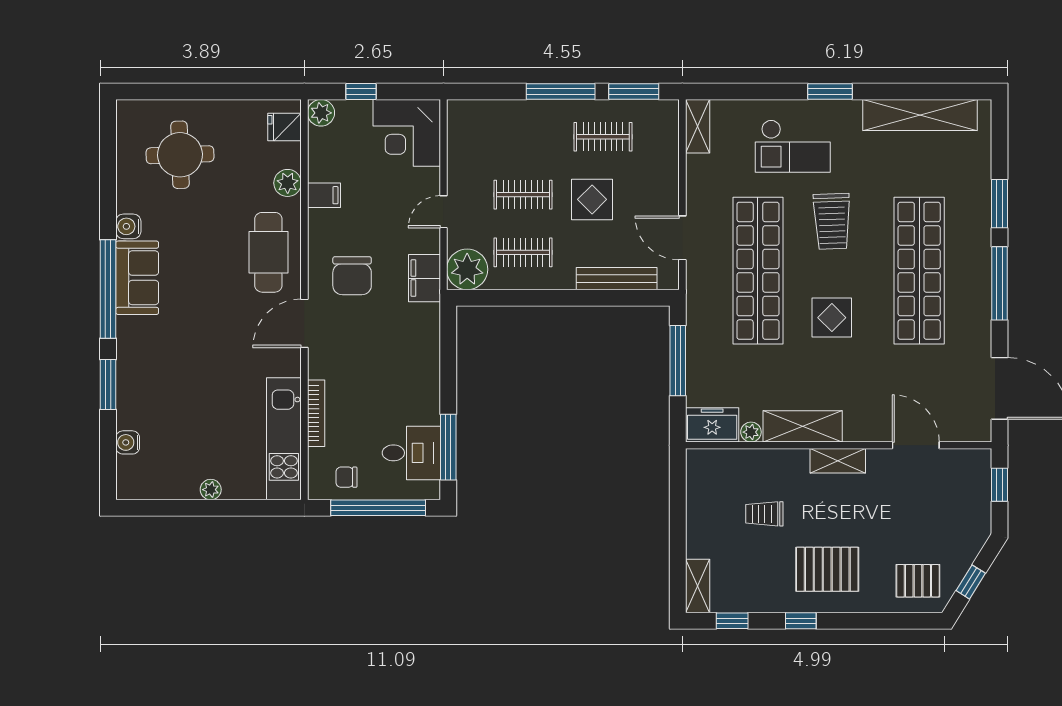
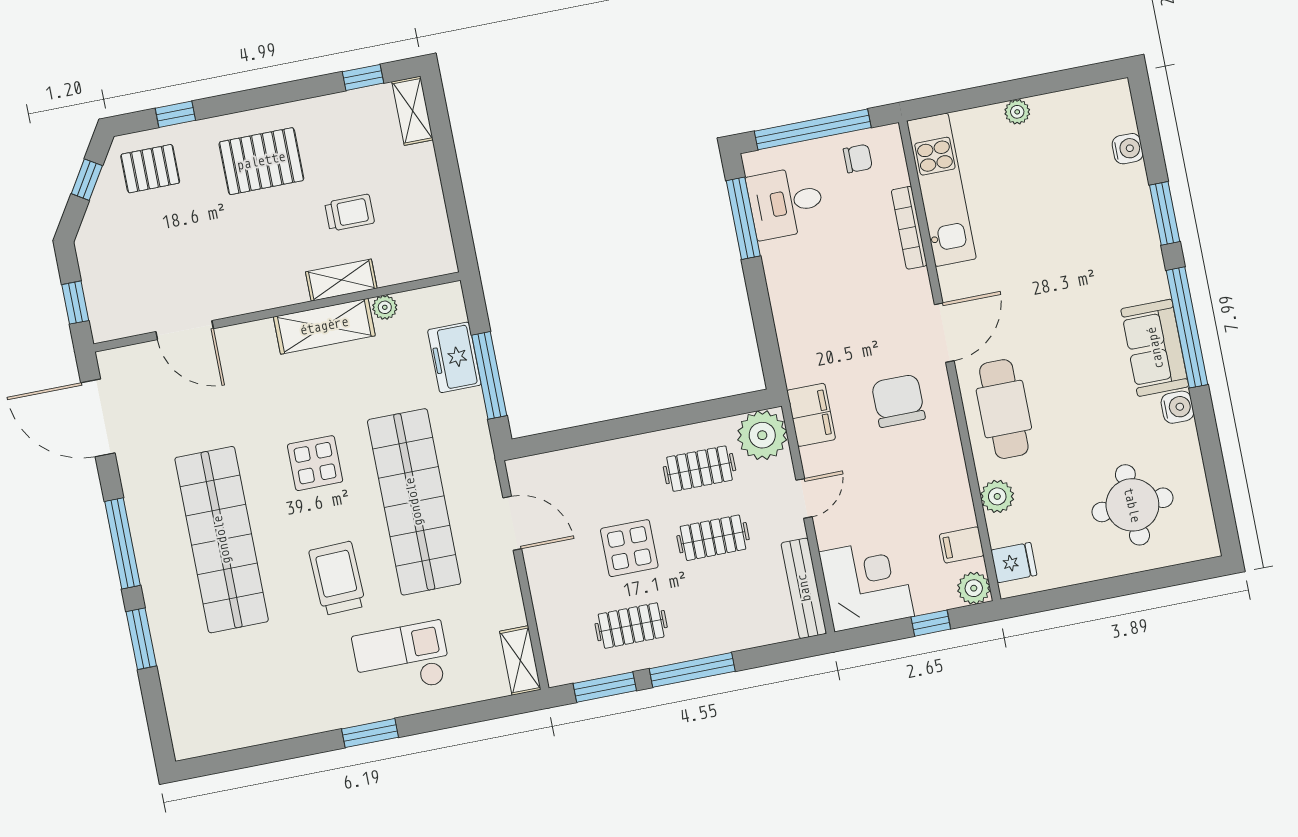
shelving: (920, 115) -> (257, 726), removed
filing cabinet: (324, 195) -> (962, 545), moved
bench: (617, 279) -> (804, 588), moved, turned 90
freezer: (712, 425) -> (454, 357), moved, turned 90
shelving: (838, 461) -> (341, 280), moved
window: (801, 621) -> (175, 114), moved

